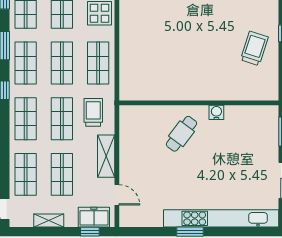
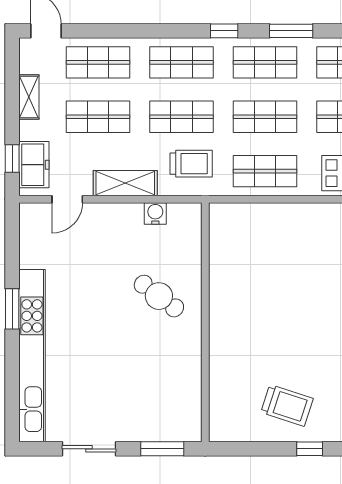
water cooler: (216, 112) -> (155, 213), moved, turned -90

